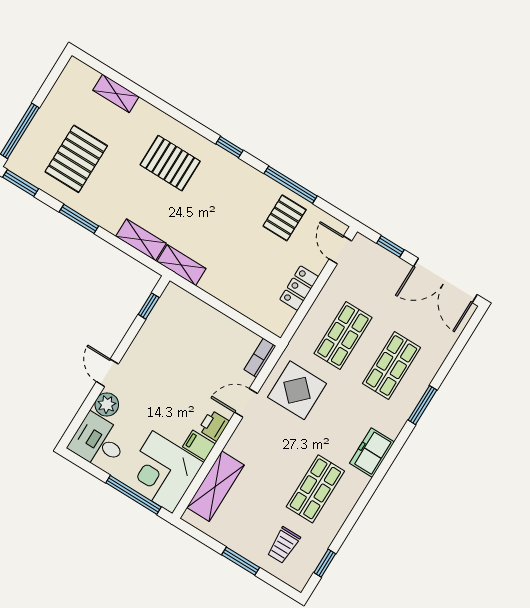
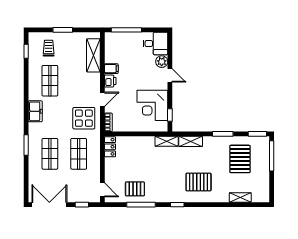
pallet: (285, 218) -> (135, 189), turned 90
locker: (299, 288) -> (110, 147), moved
corner desk: (162, 472) -> (152, 105), moved, turned 180

